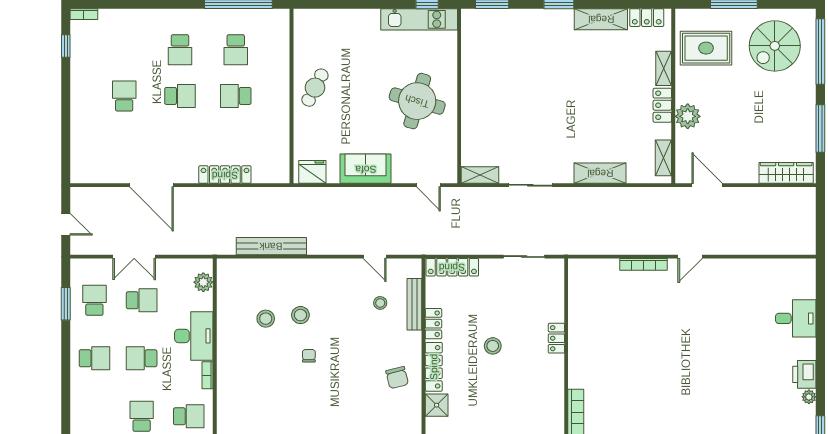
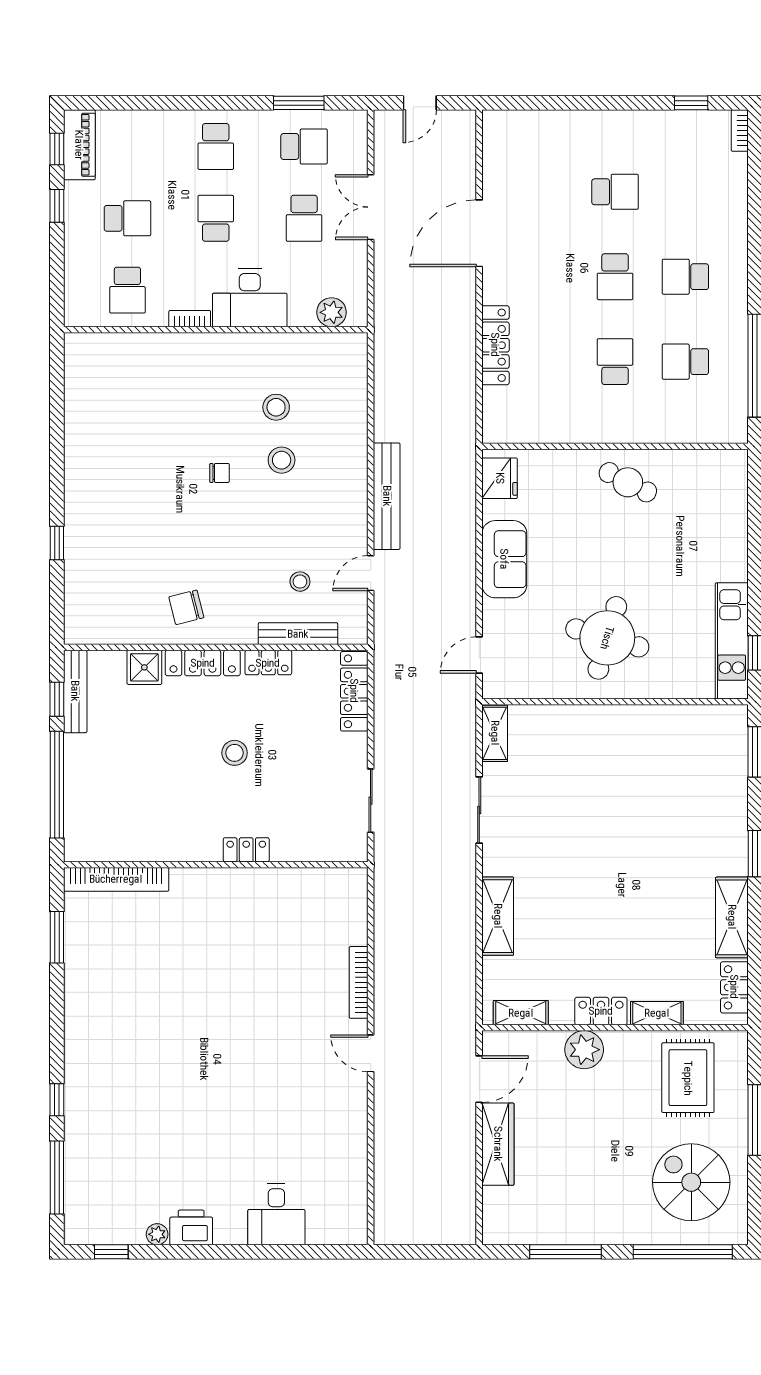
wardrobe: (786, 173) -> (498, 1144), moved
bench: (271, 246) -> (387, 496), moved

